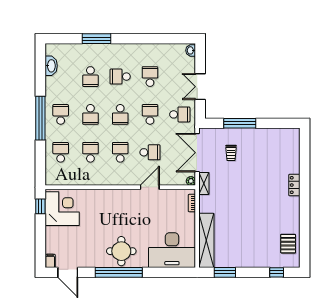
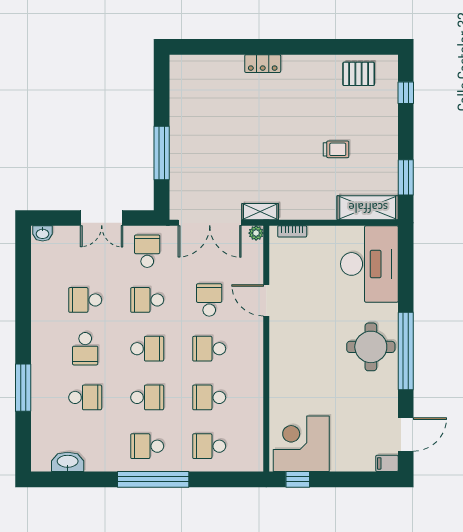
trolley: (231, 153) -> (336, 149), moved
shelving: (206, 240) -> (368, 208), width x0.68

